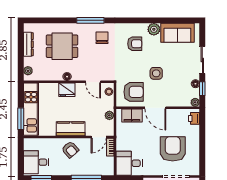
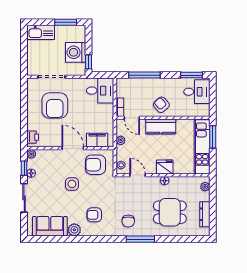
door: (99, 137) -> (132, 118), swing flipped

